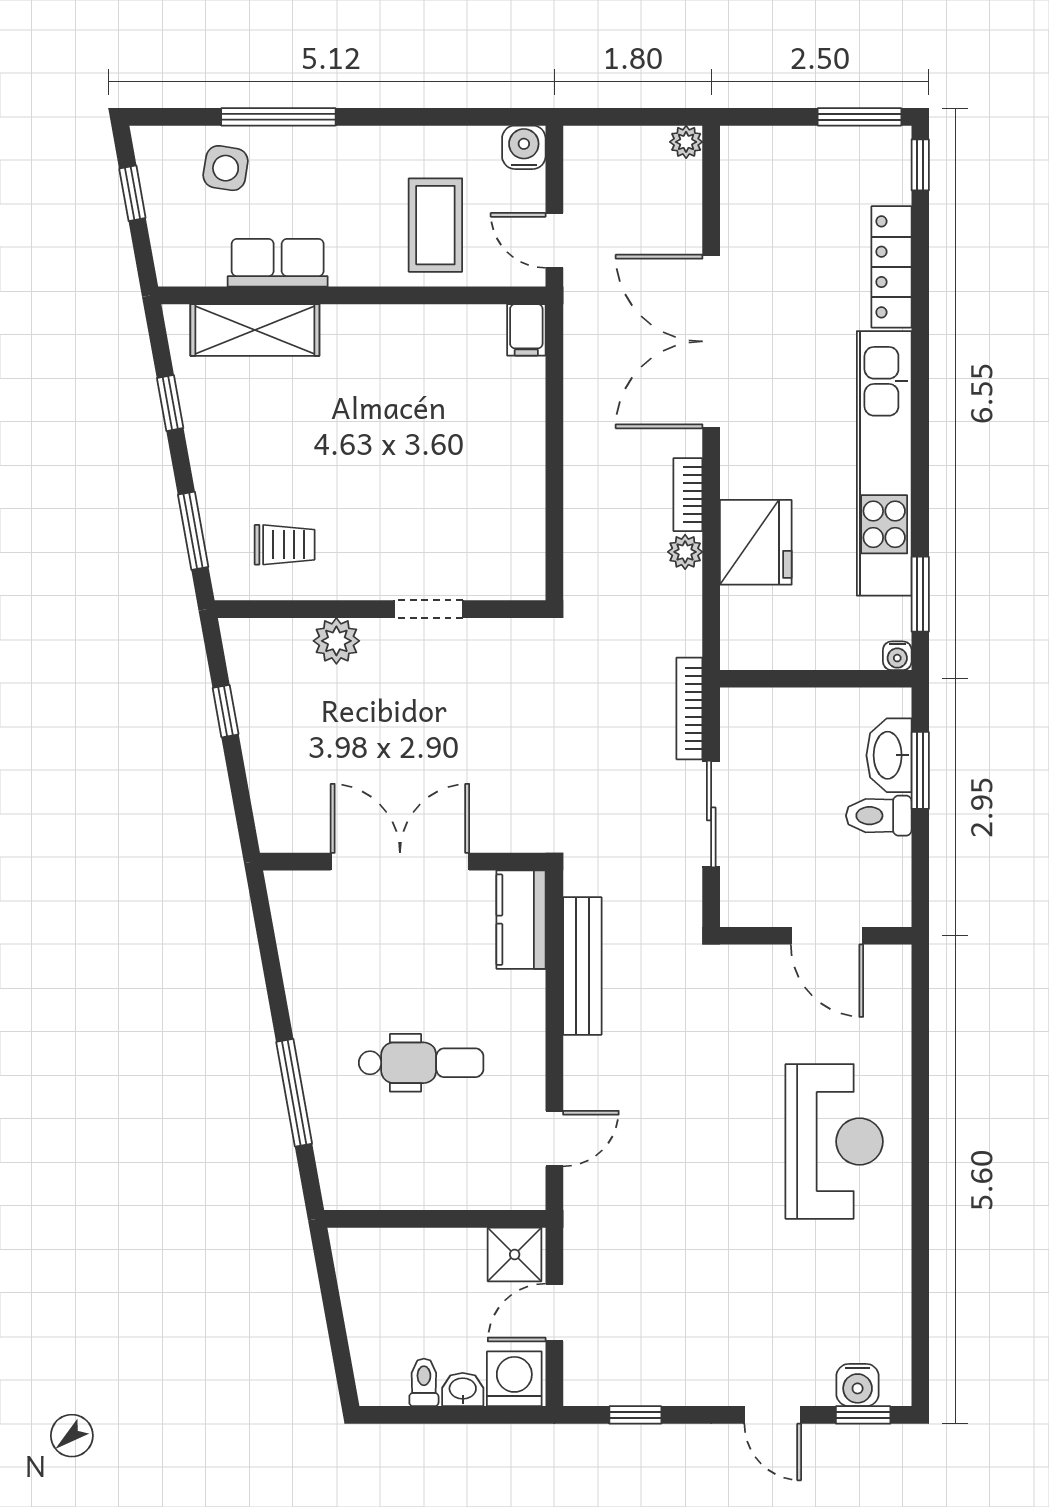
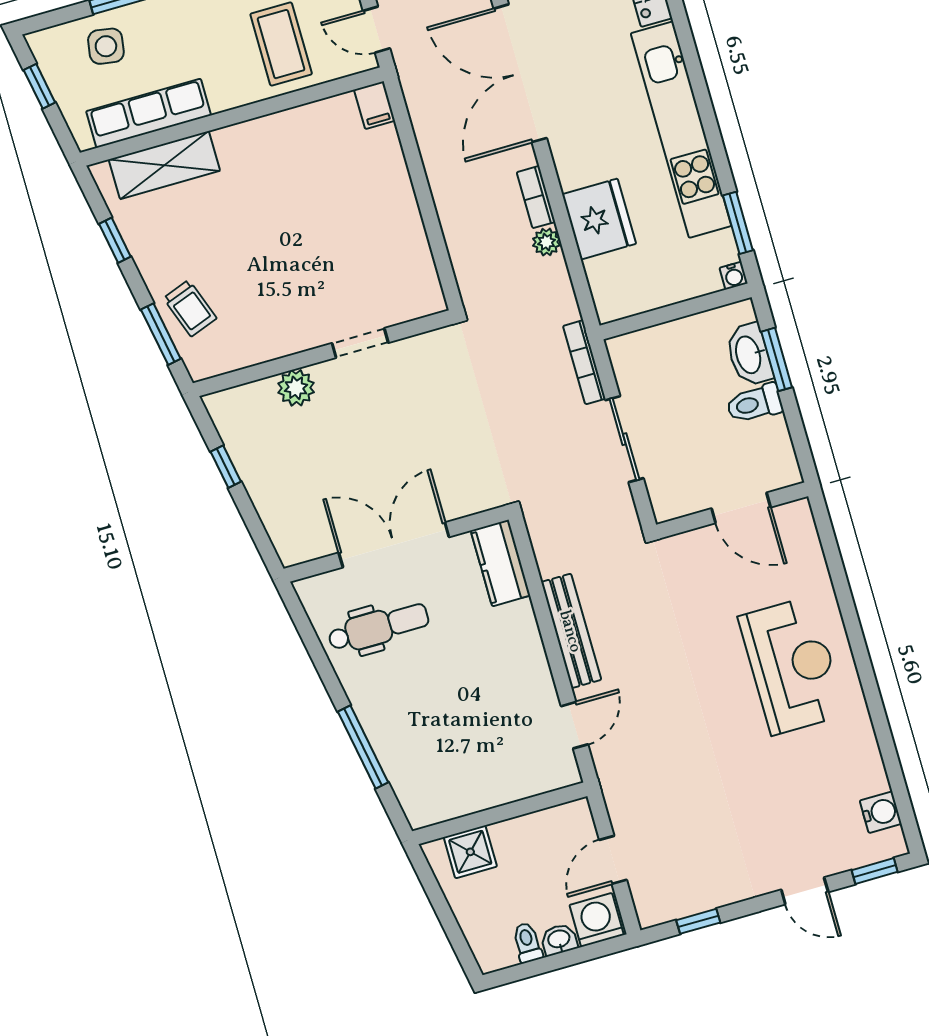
row of seats: (278, 263) -> (149, 113), width x1.48
trolley: (285, 545) -> (190, 308), moved, turned 70
bench: (582, 966) -> (571, 631), moved
dental chair: (421, 1063) -> (378, 627), moved
shower: (515, 1254) -> (470, 852), moved
water cooler: (858, 1385) -> (881, 812), moved, turned -90

